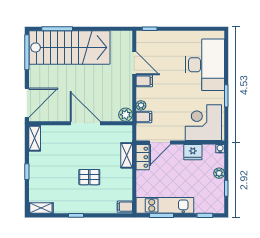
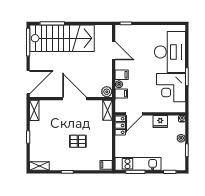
filing cabinet: (144, 81) -> (122, 75), moved
corner desk: (203, 123) -> (171, 88), moved, turned -90
shelving: (127, 155) -> (108, 110), moved

